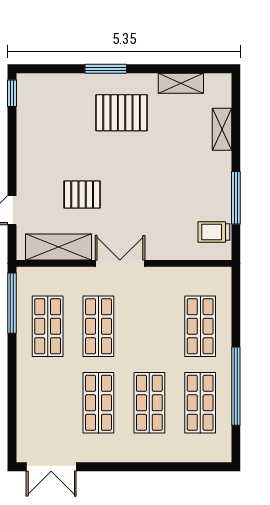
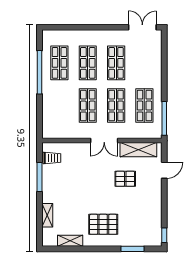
window: (106, 69) -> (132, 249), moved
shop shelf: (200, 326) -> (88, 106), moved

